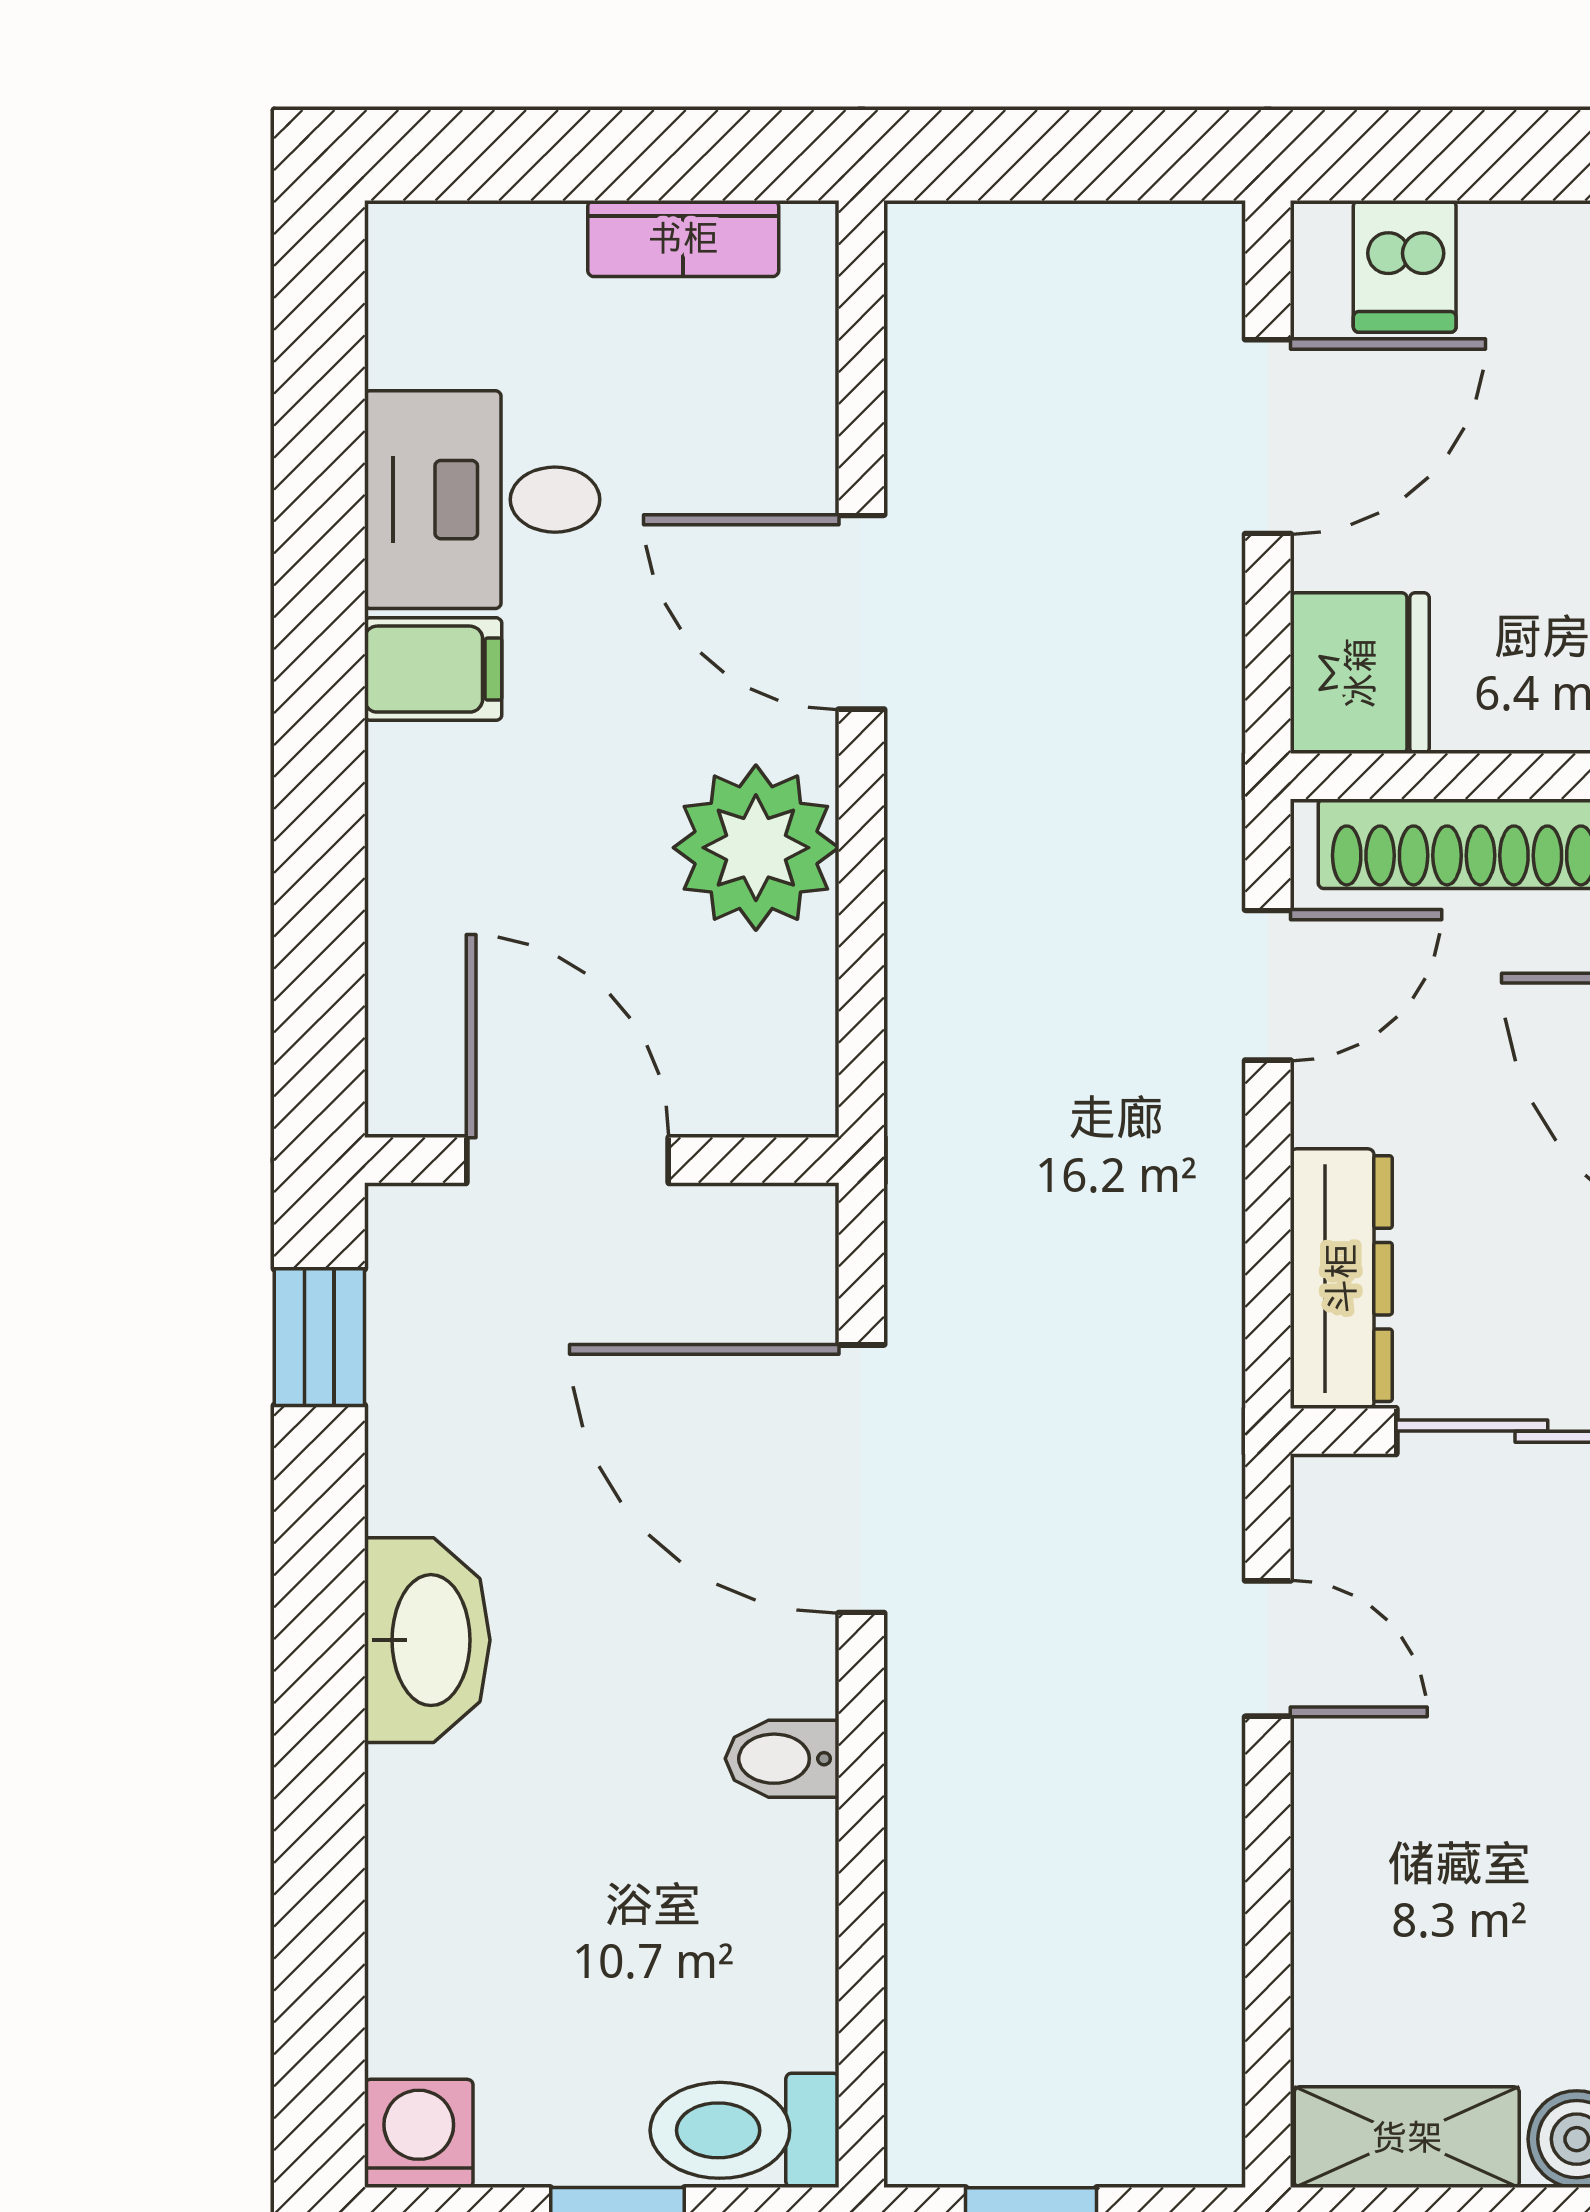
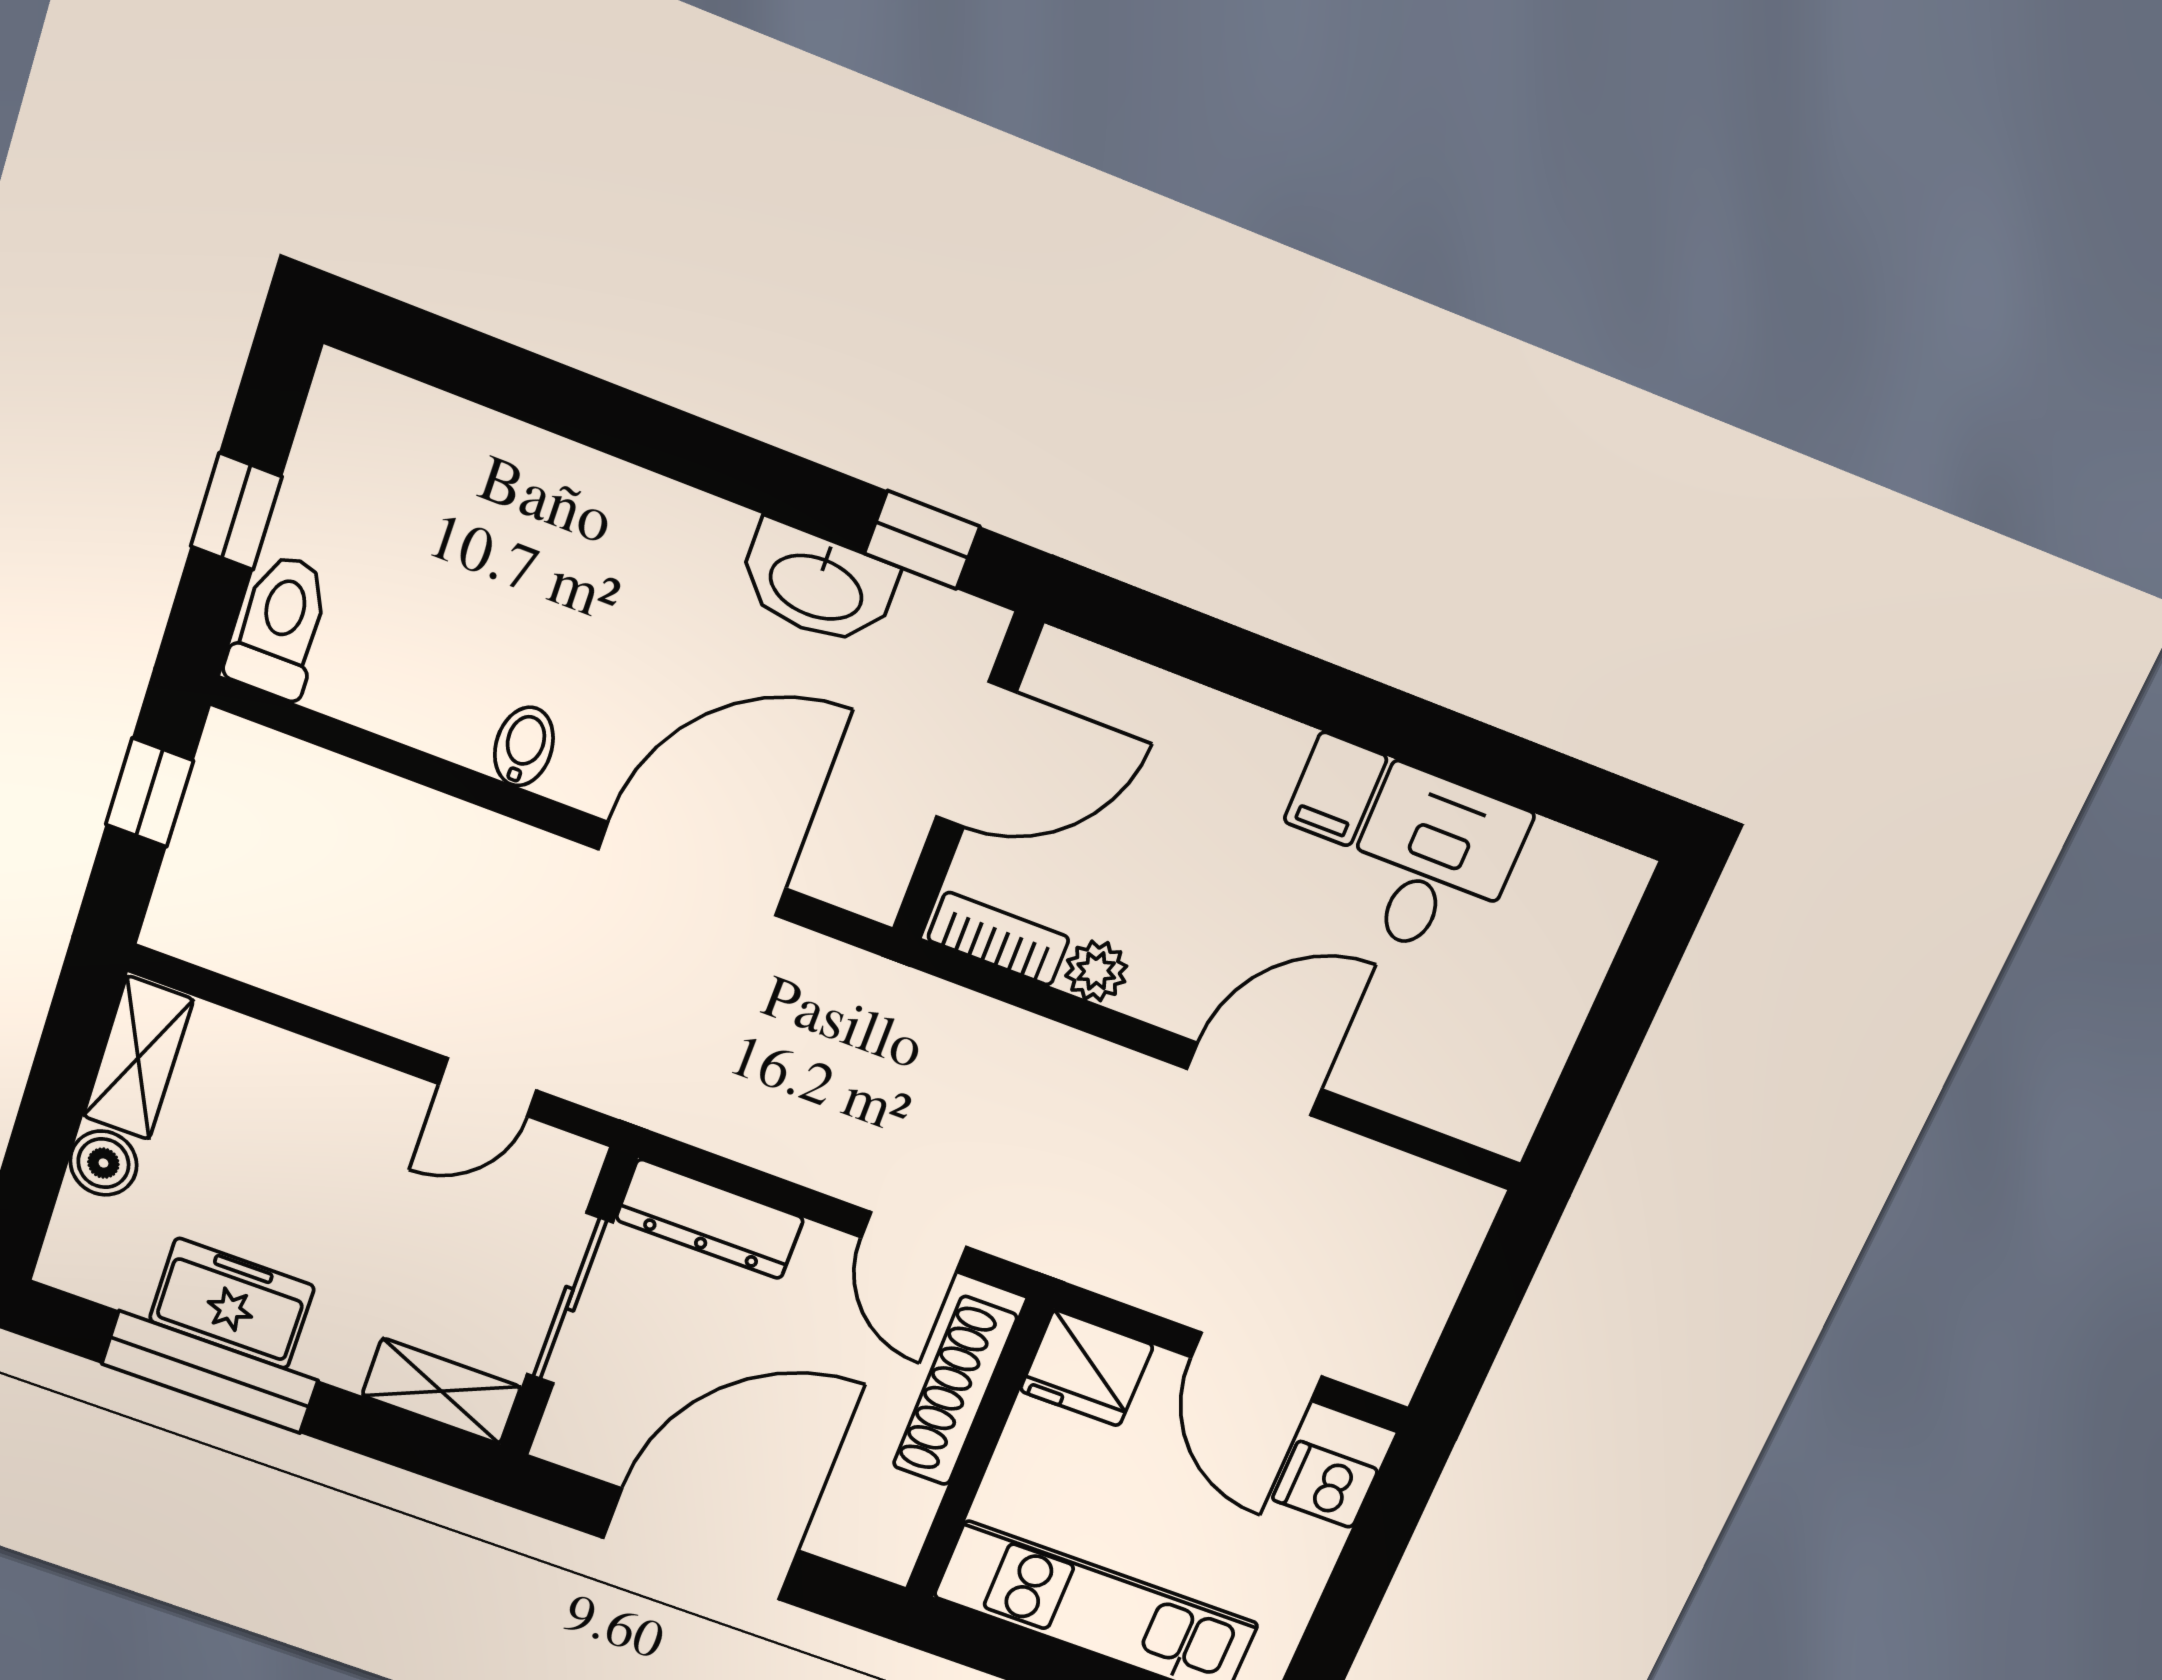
bookcase: (683, 238) -> (998, 939), moved, turned 90
plant: (756, 848) -> (1096, 971), width x0.53, depth x0.53
washbasin: (427, 1640) -> (817, 585), moved
washing machine: (419, 2133) -> (349, 398), removed

